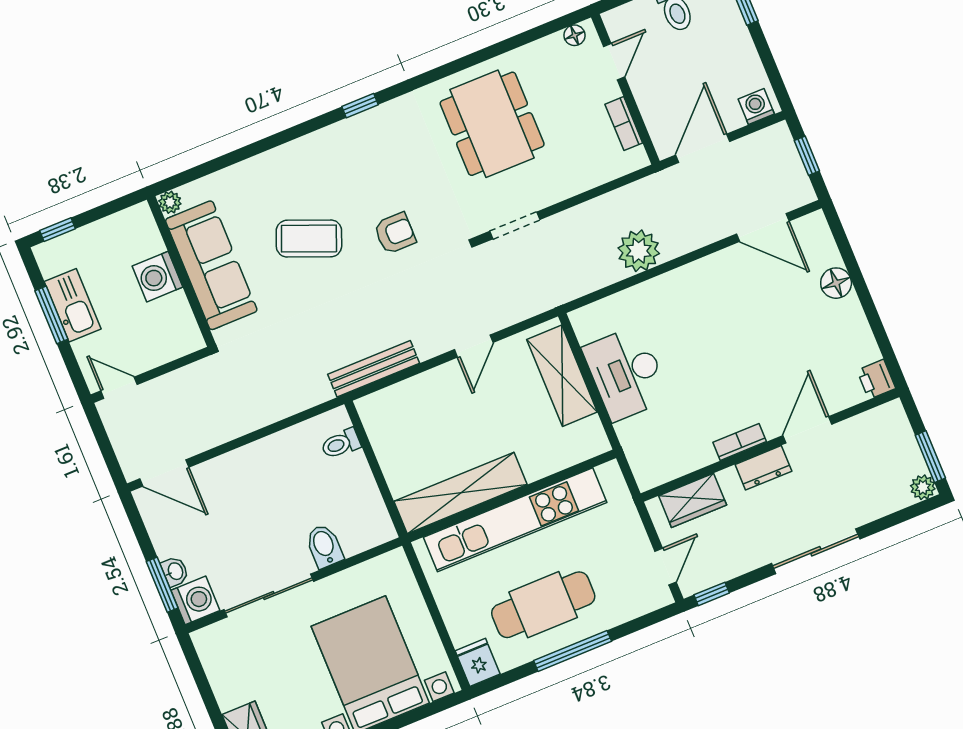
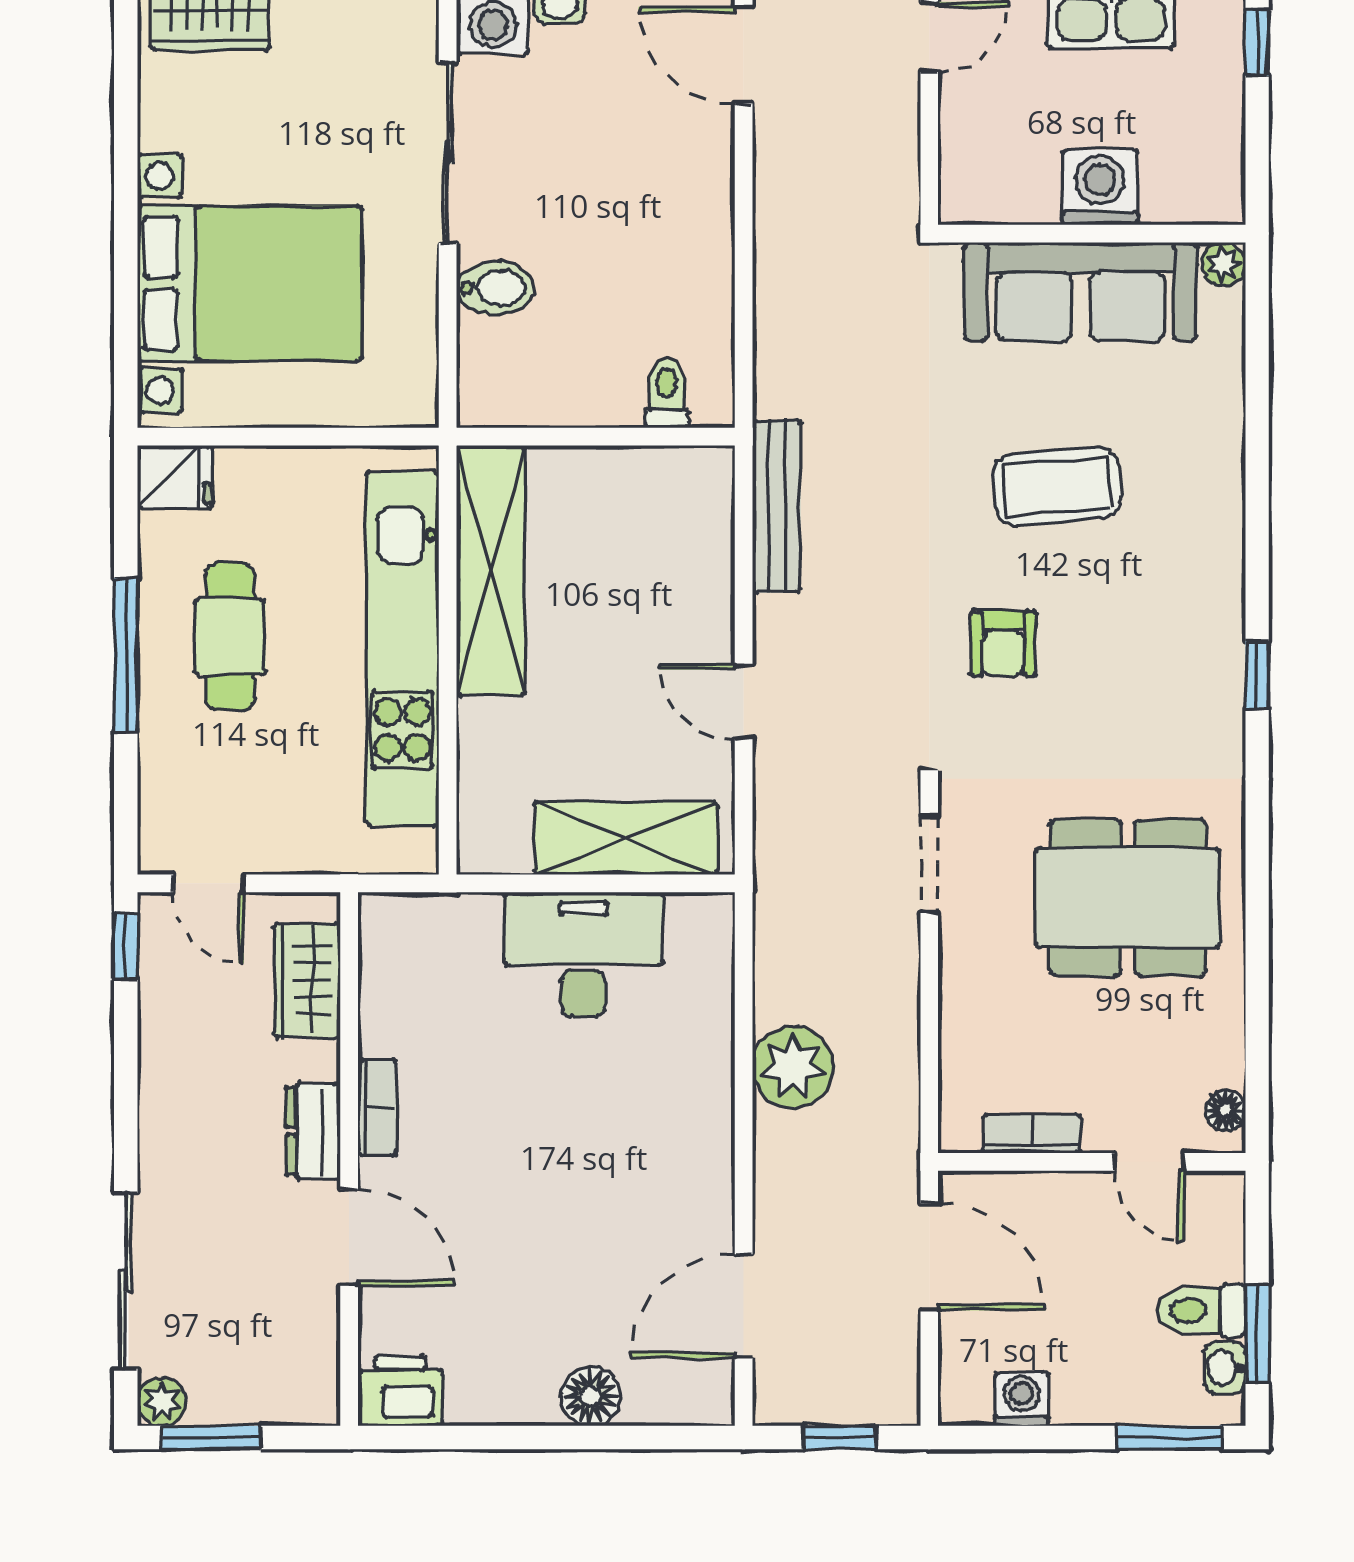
washing machine: (756, 106) -> (1022, 1399), moved, turned -90
coffee table: (309, 239) -> (1057, 486), turned 63
printer: (876, 379) -> (400, 1391), width x1.36, depth x1.24
door: (164, 473) -> (744, 55), hinge flipped
sliding door: (816, 551) -> (126, 1281), moved
cafe table: (543, 605) -> (230, 637), width x0.73, depth x0.74

